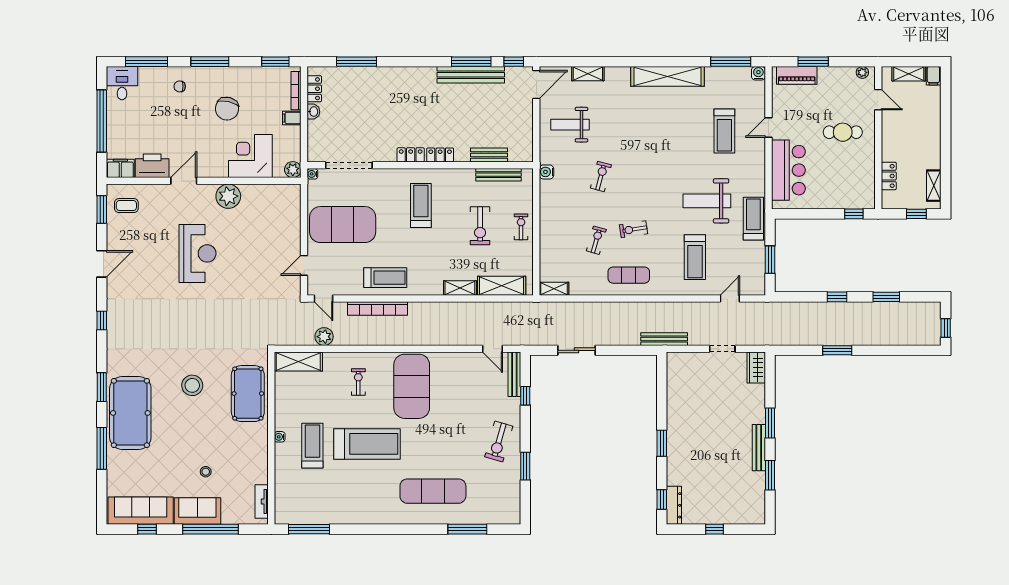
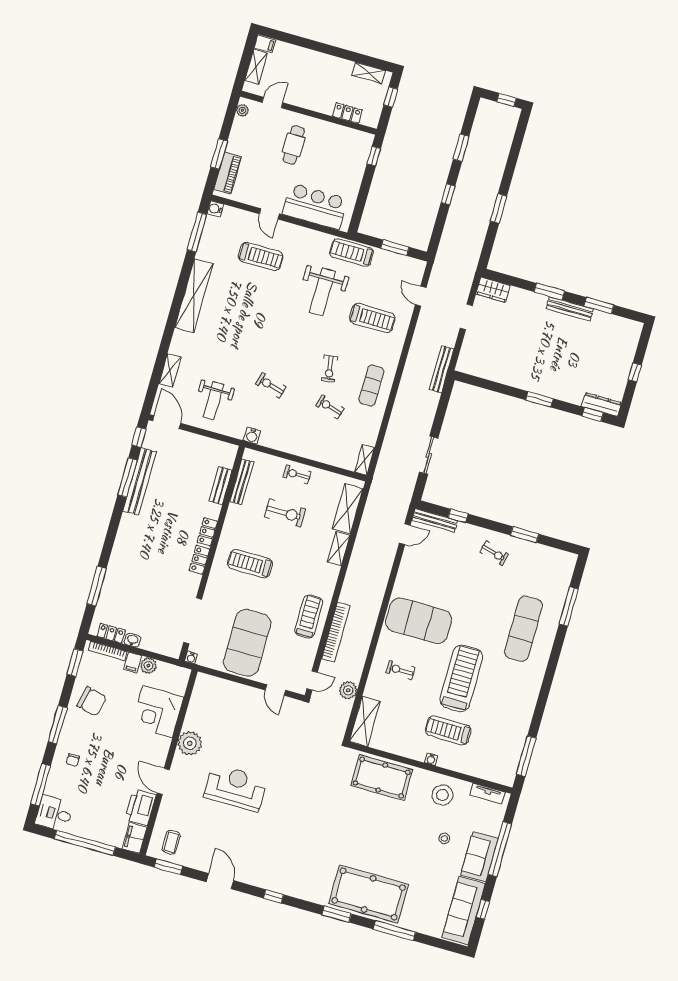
chair: (227, 109) -> (92, 702), moved
plant: (293, 170) -> (148, 666), moved
stool: (192, 385) -> (443, 795), moved
exercise bike: (499, 441) -> (494, 553), width x0.73, depth x0.72

